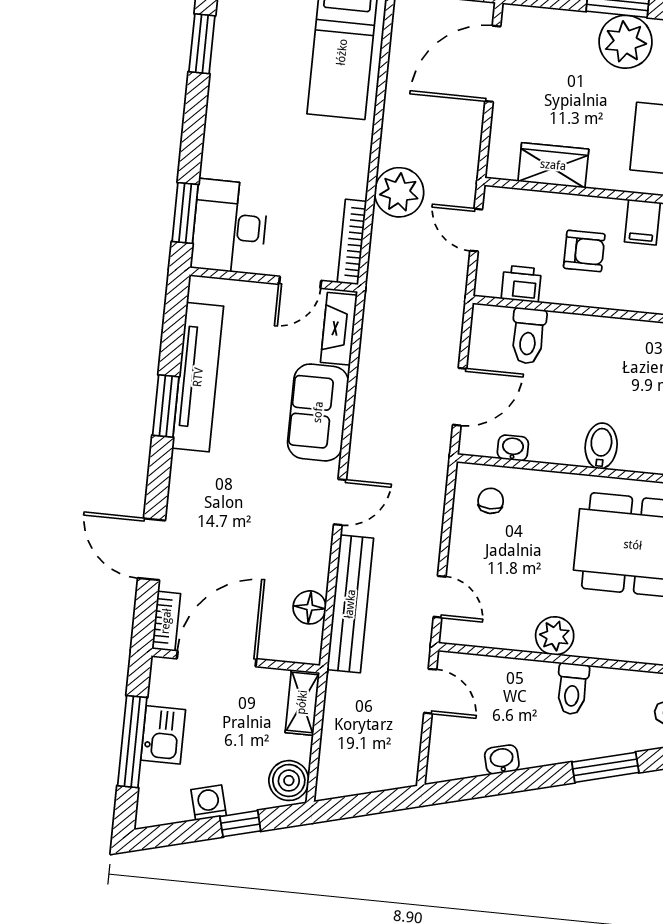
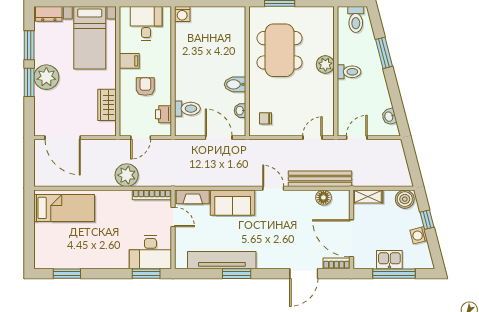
bidet: (601, 446) -> (235, 84), moved
plant: (555, 636) -> (325, 64), moved
washbasin: (502, 760) -> (389, 117), moved

